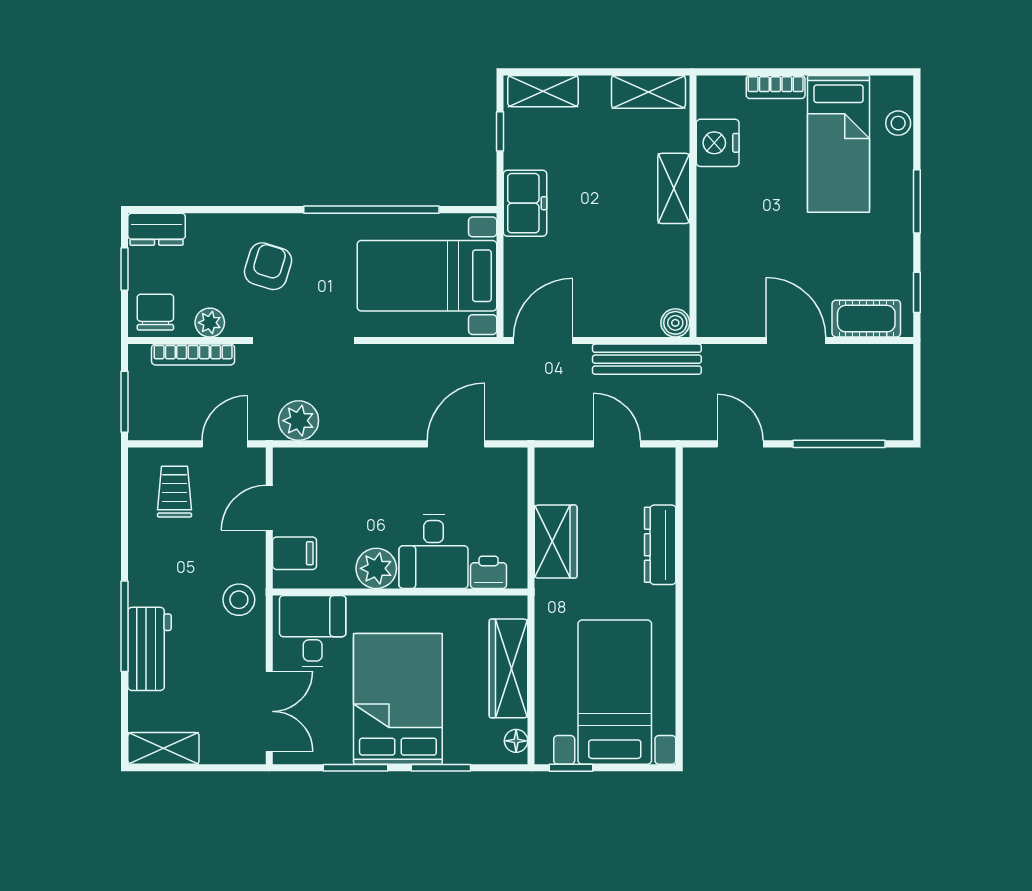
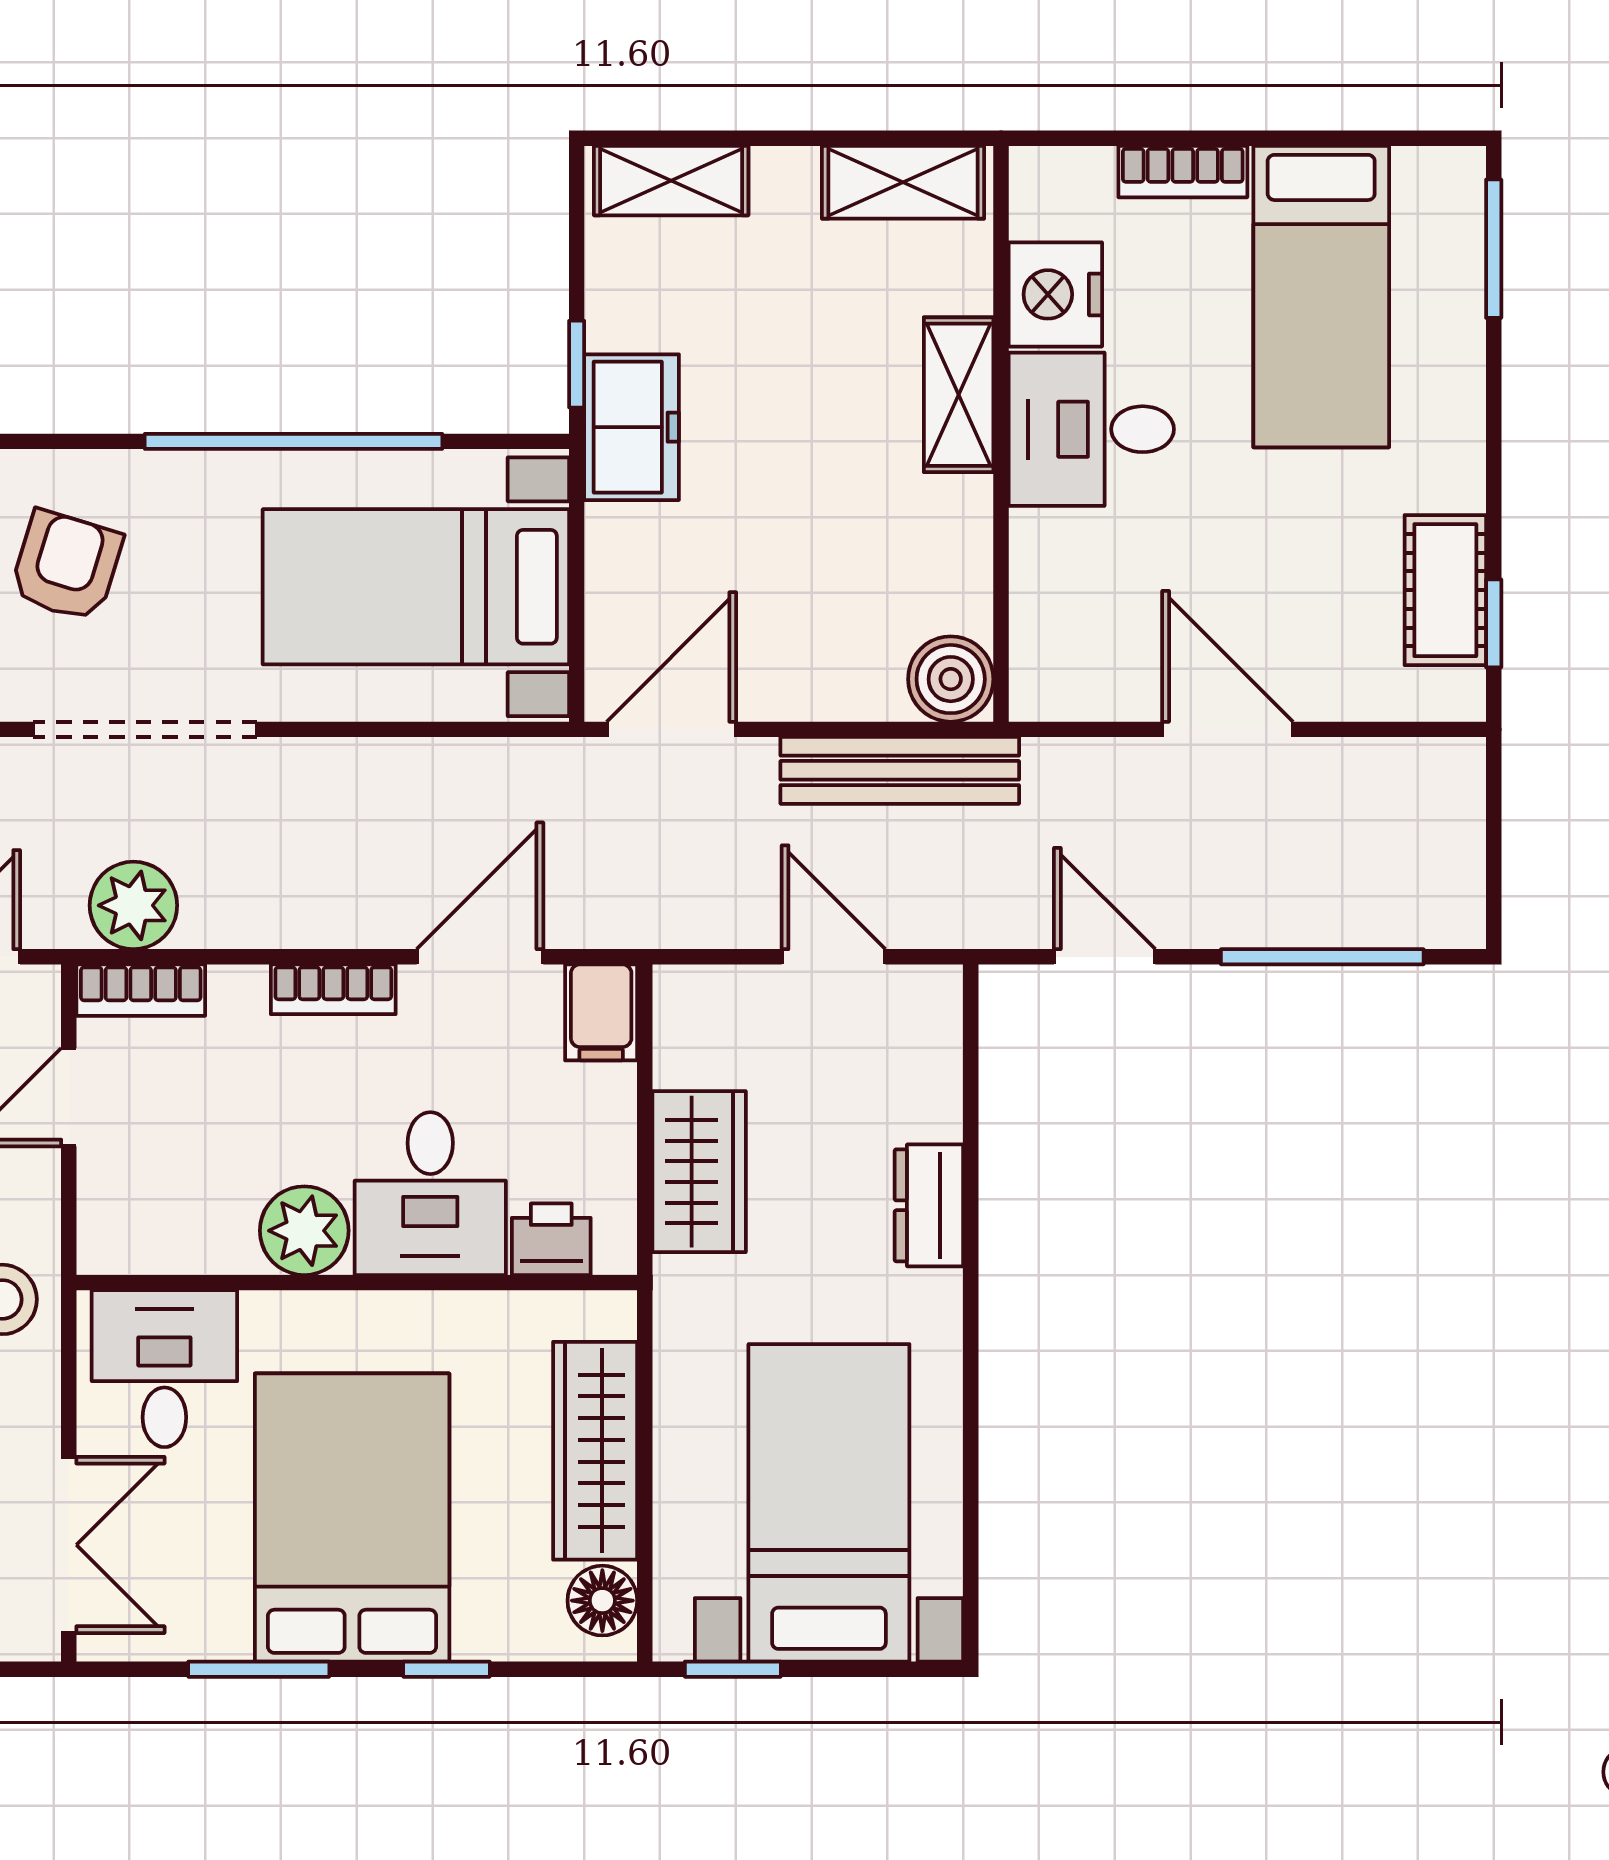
stool: (898, 123) -> (1452, 251), removed
window: (500, 131) -> (577, 364), moved
window: (917, 201) -> (1494, 249), moved
desk: (734, 204) -> (1091, 429), added
cot: (866, 319) -> (1445, 590), moved, turned 90
boiler: (675, 323) -> (951, 679), width x1.36, depth x1.36
bookcase: (302, 459) -> (141, 990), added
bookcase: (389, 459) -> (333, 989), added
dresser: (660, 545) -> (929, 1205), width x0.70
filing cabinet: (295, 553) -> (601, 1012), moved, turned 90
floor lamp: (516, 741) -> (602, 1601), width x1.37, depth x1.37
window: (441, 768) -> (447, 1669), width x0.67

